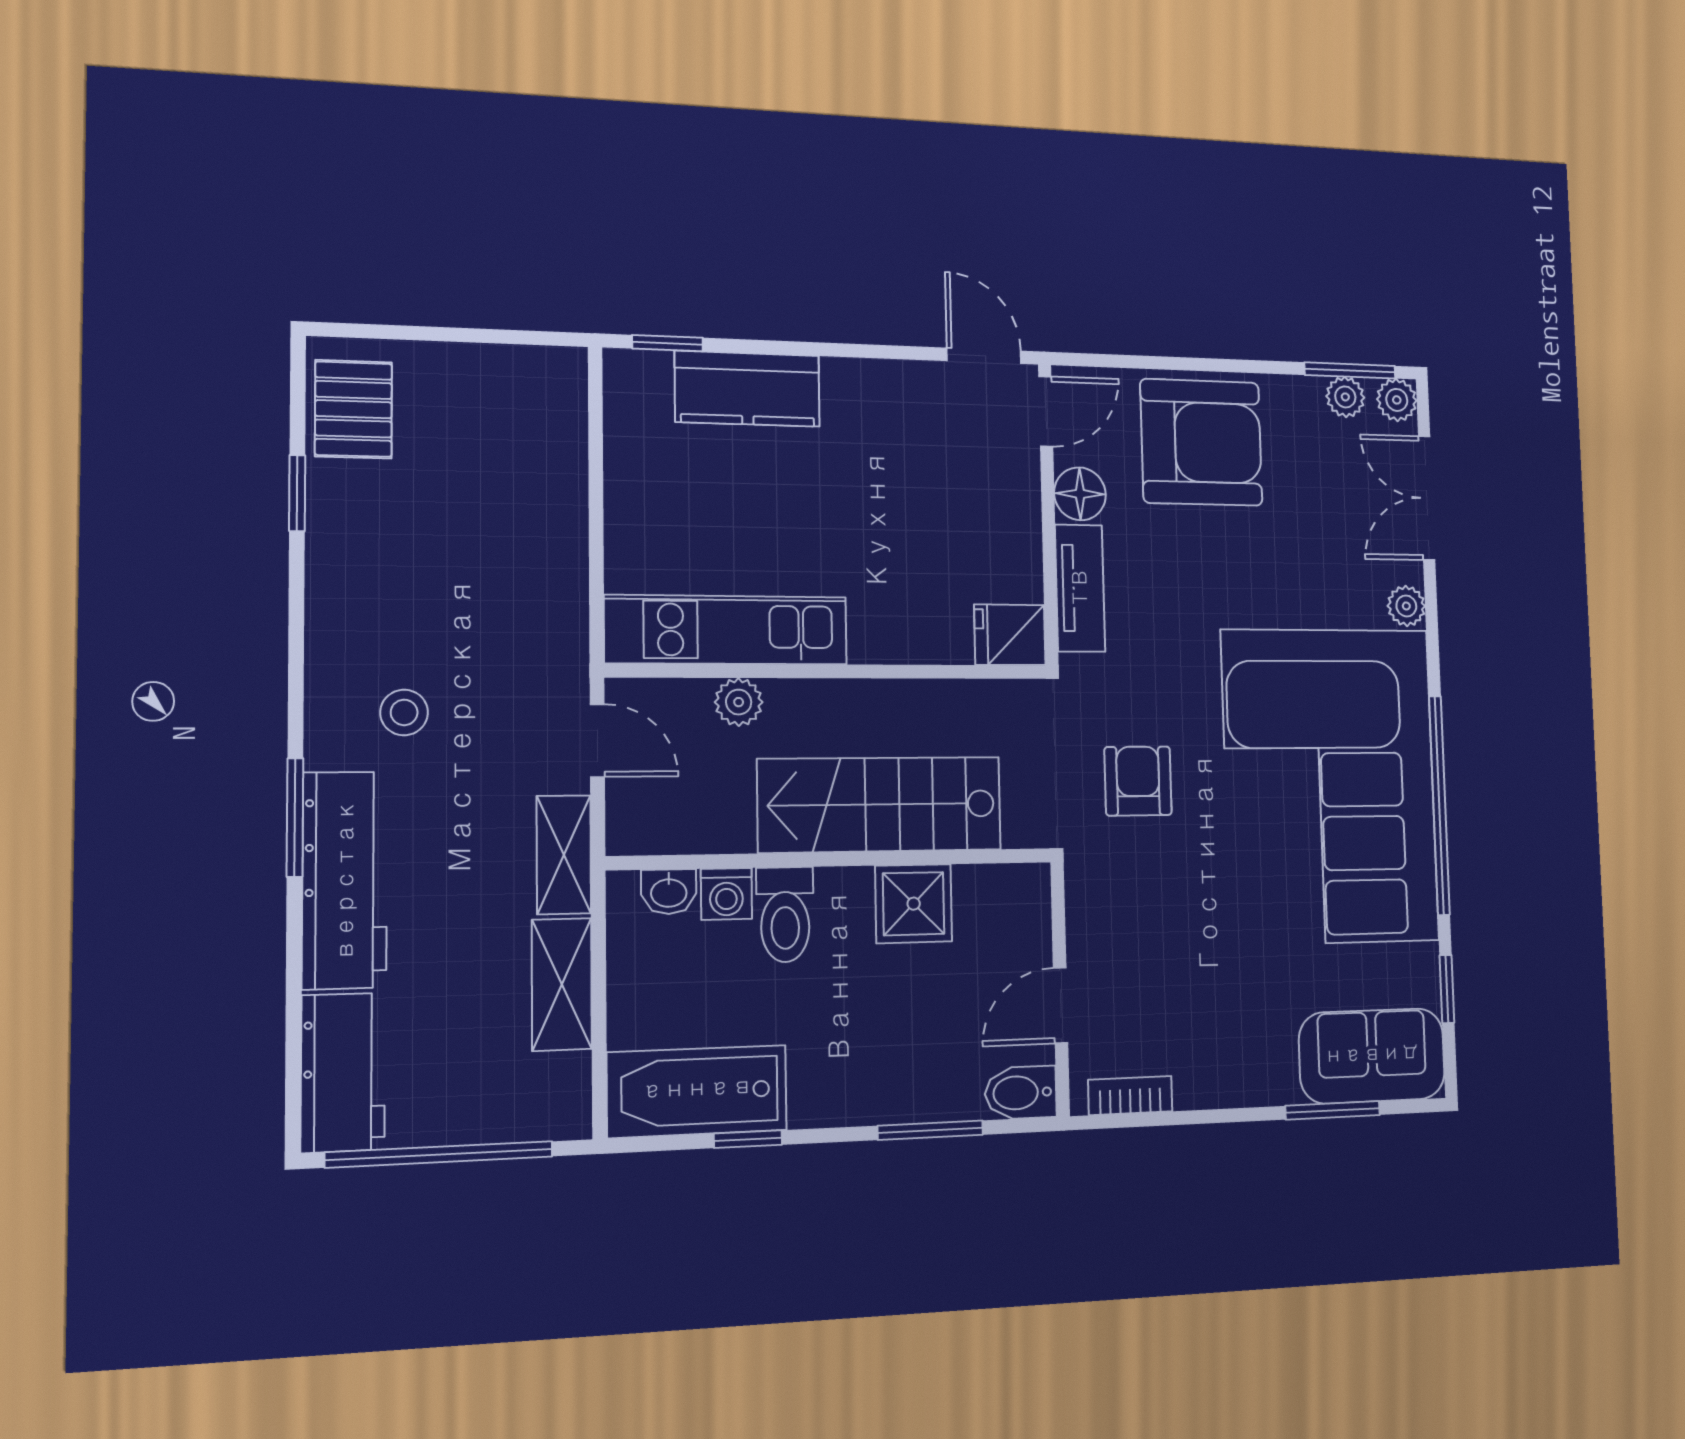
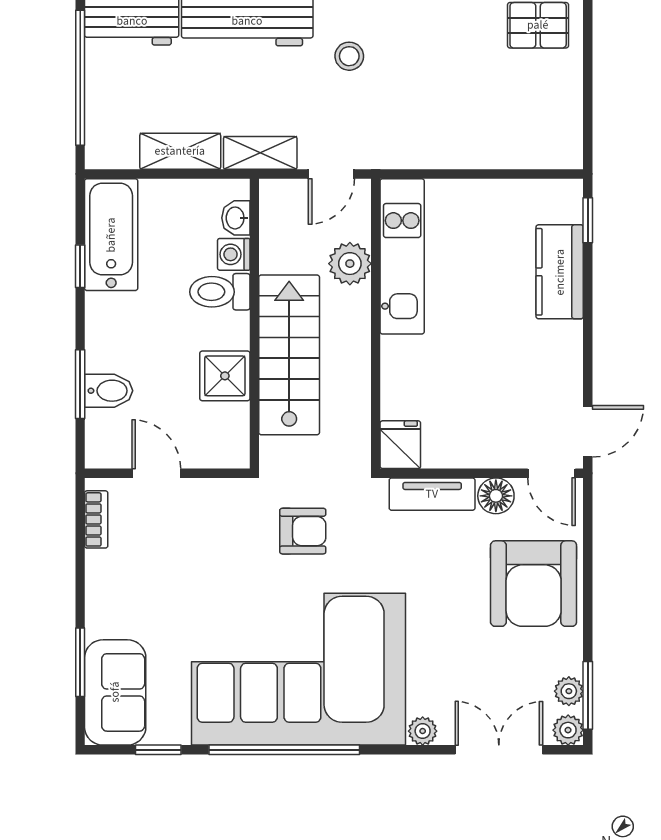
plant: (739, 702) -> (350, 264), width x1.38, depth x1.38
bidet: (1021, 1093) -> (109, 391), moved, turned 90

